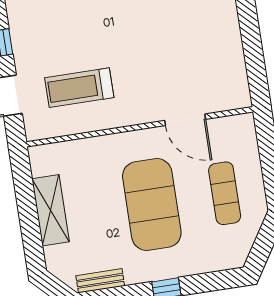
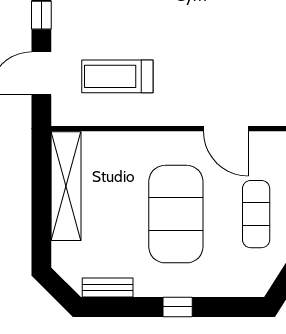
shelving: (51, 210) -> (66, 186), width x1.47

